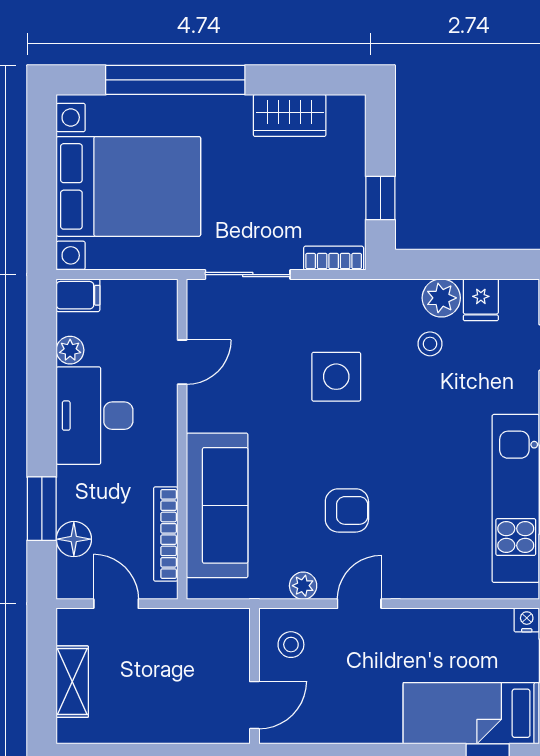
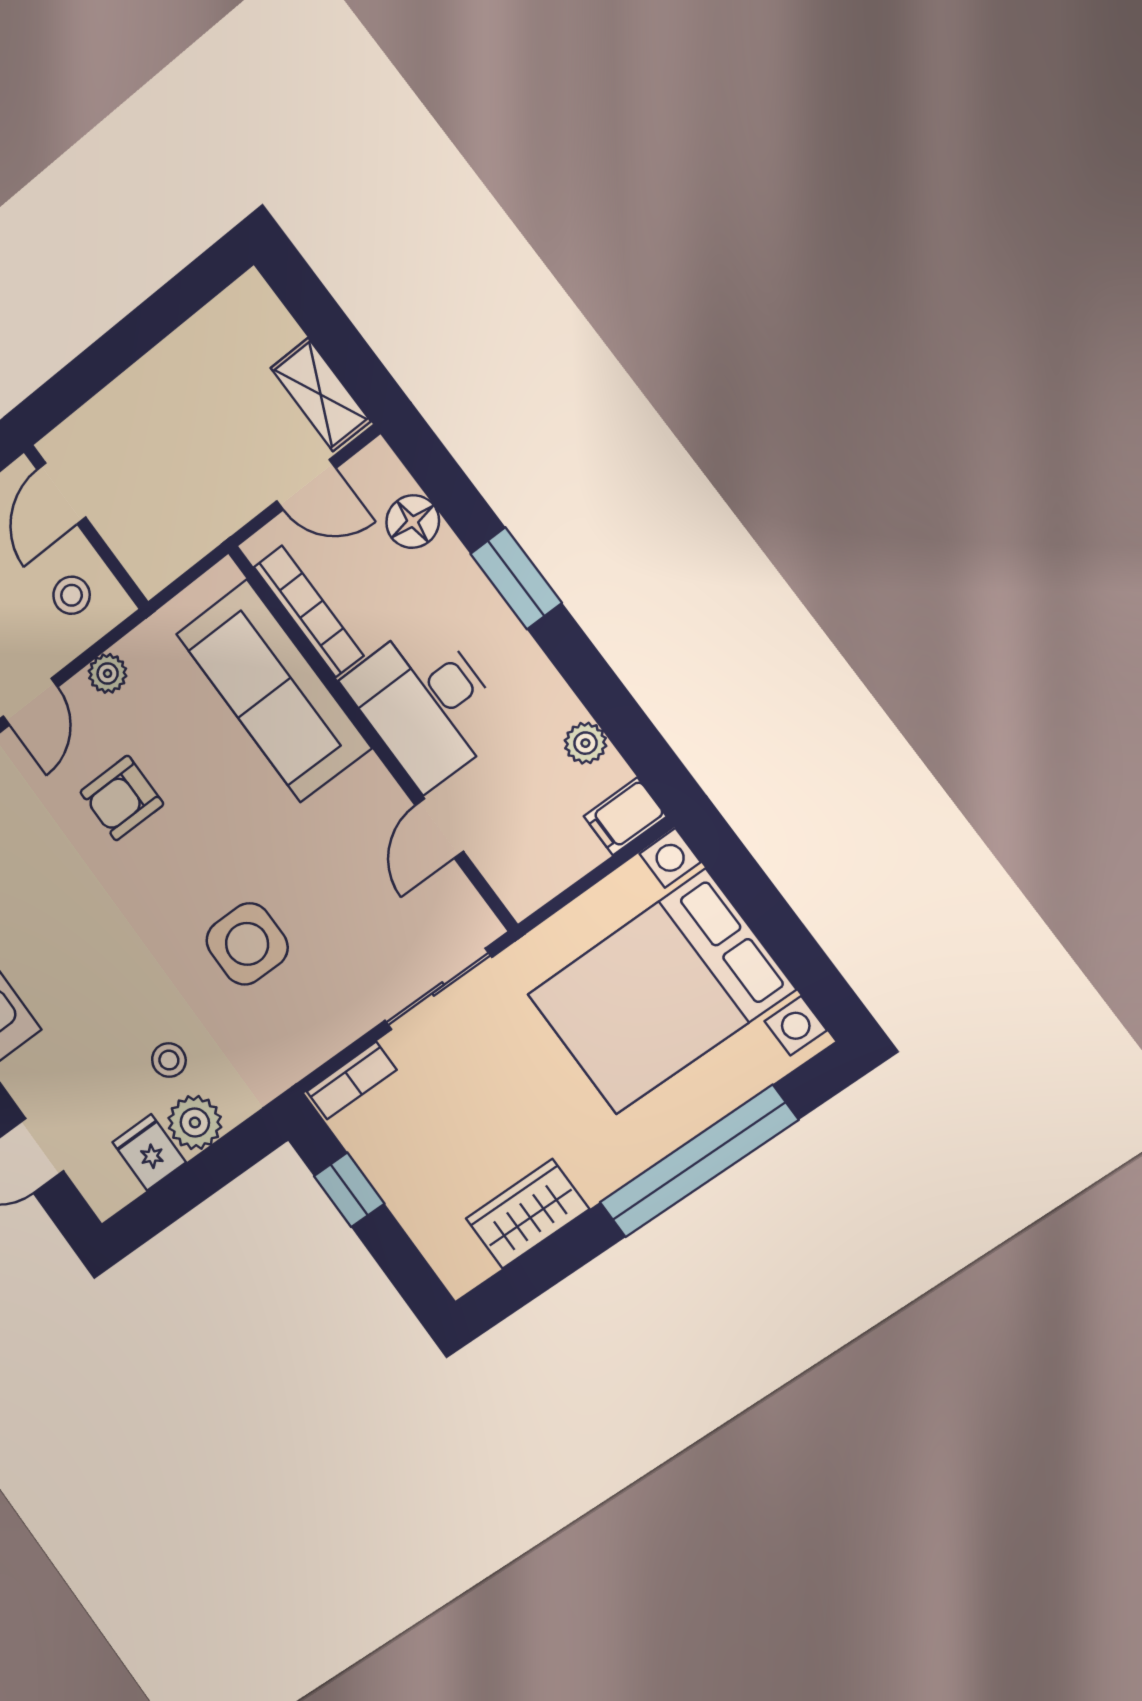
desk: (95, 416) -> (426, 704), moved, turned 180
window: (42, 509) -> (516, 578), moved
shelving: (72, 682) -> (321, 395), moved

